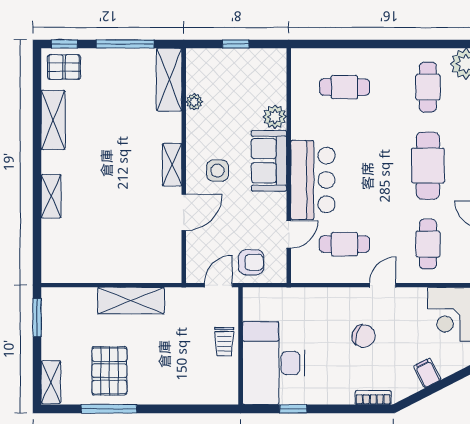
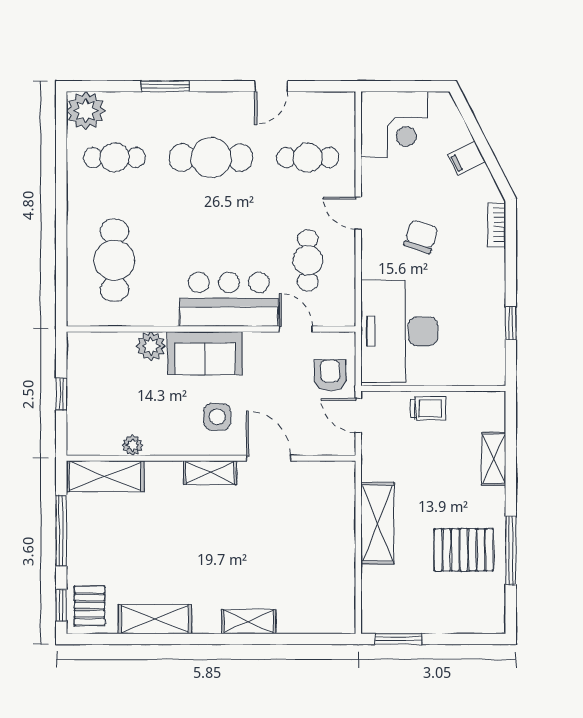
cafe table: (344, 87) -> (114, 260), width x1.37, depth x1.35
desk: (274, 363) -> (399, 331), moved, turned 90
shelving: (51, 382) -> (494, 459), moved, turned 90

